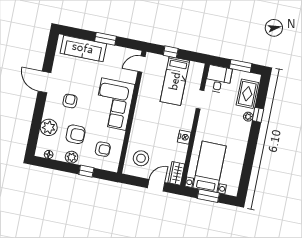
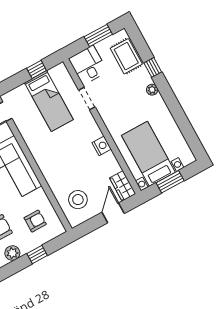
window: (171, 52) -> (37, 69), moved
plant: (248, 117) -> (152, 90), moved

